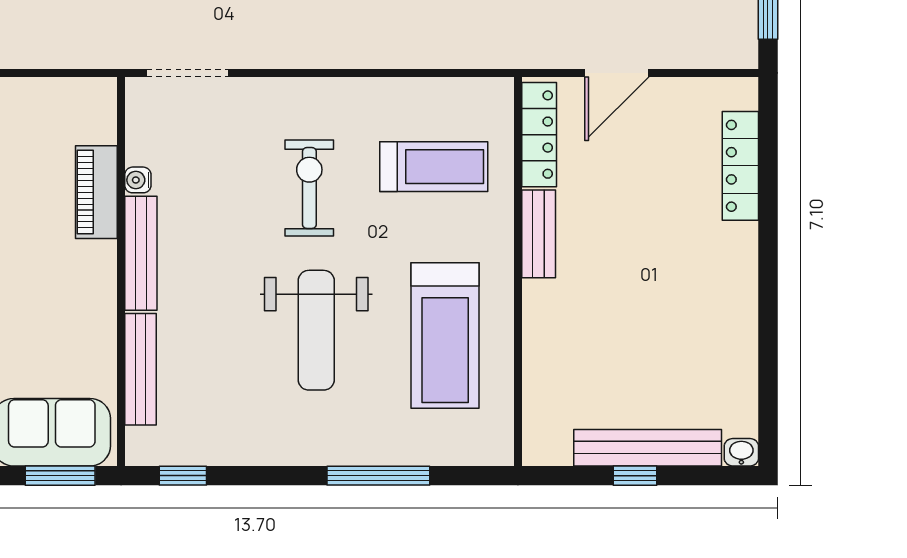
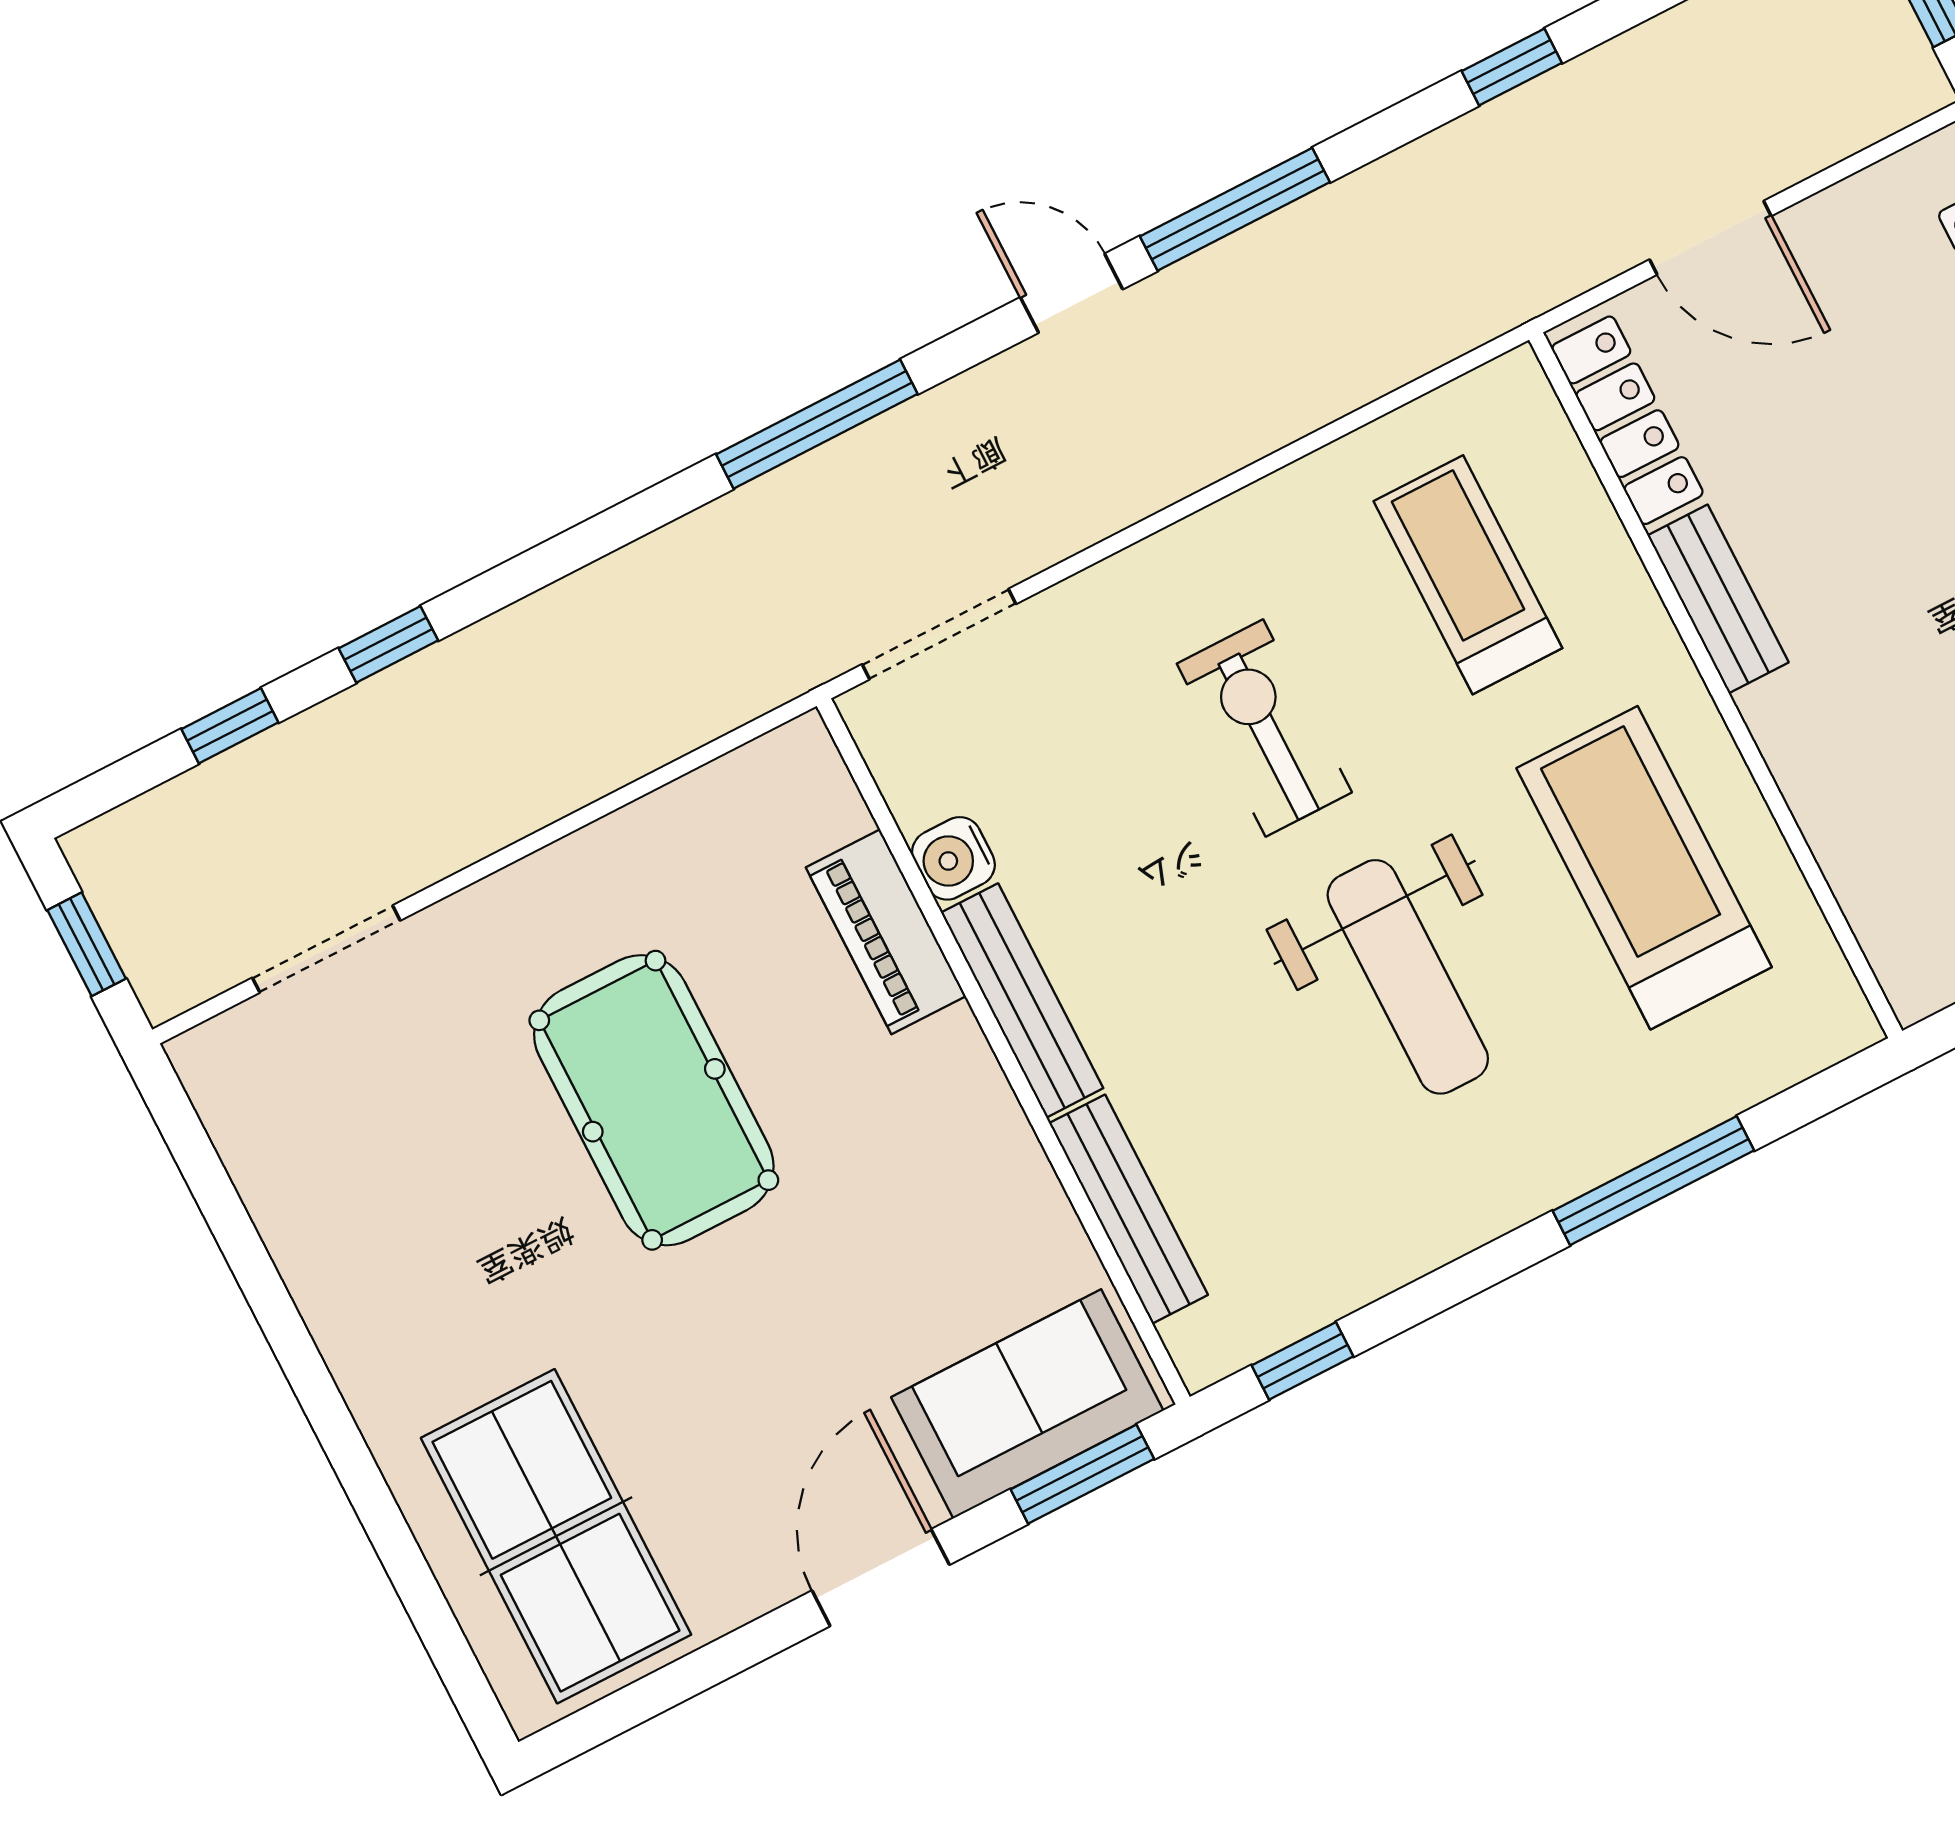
door: (617, 73) -> (1710, 238), hinge flipped
treadmill: (434, 167) -> (1468, 575), turned -90
water cooler: (138, 180) -> (953, 858), width x1.38, depth x1.38
treadmill: (445, 336) -> (1644, 868), turned 180

